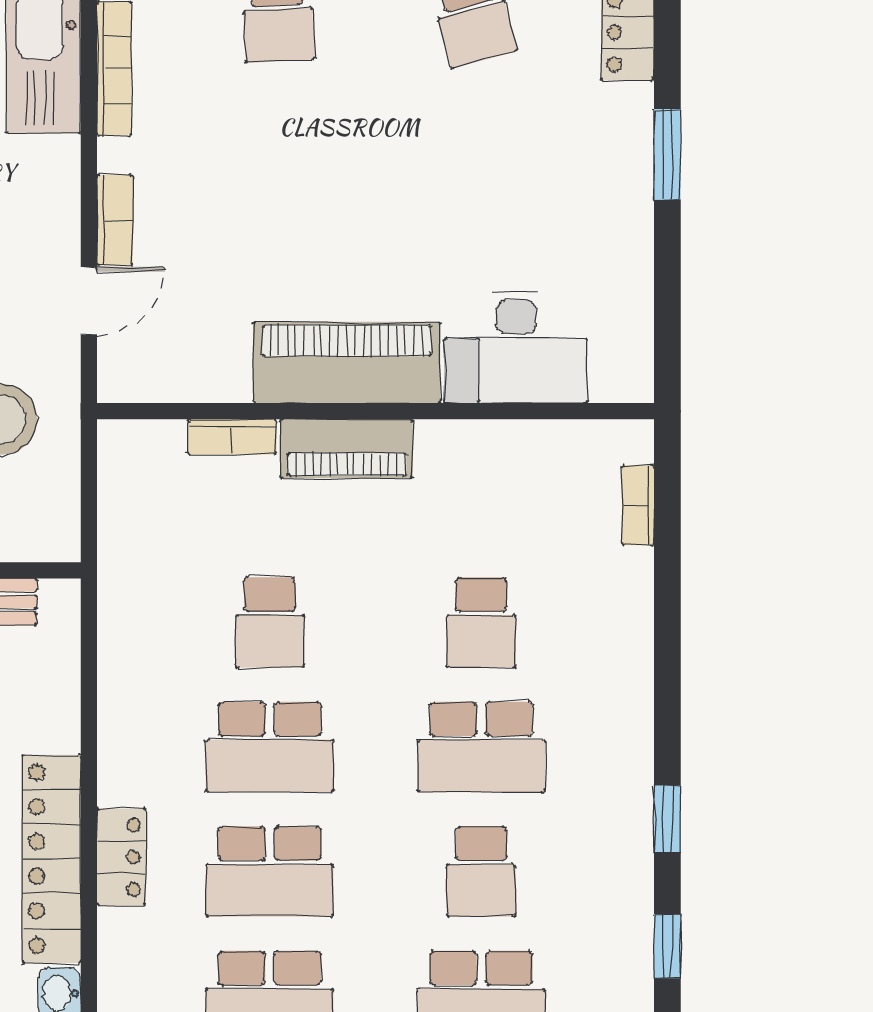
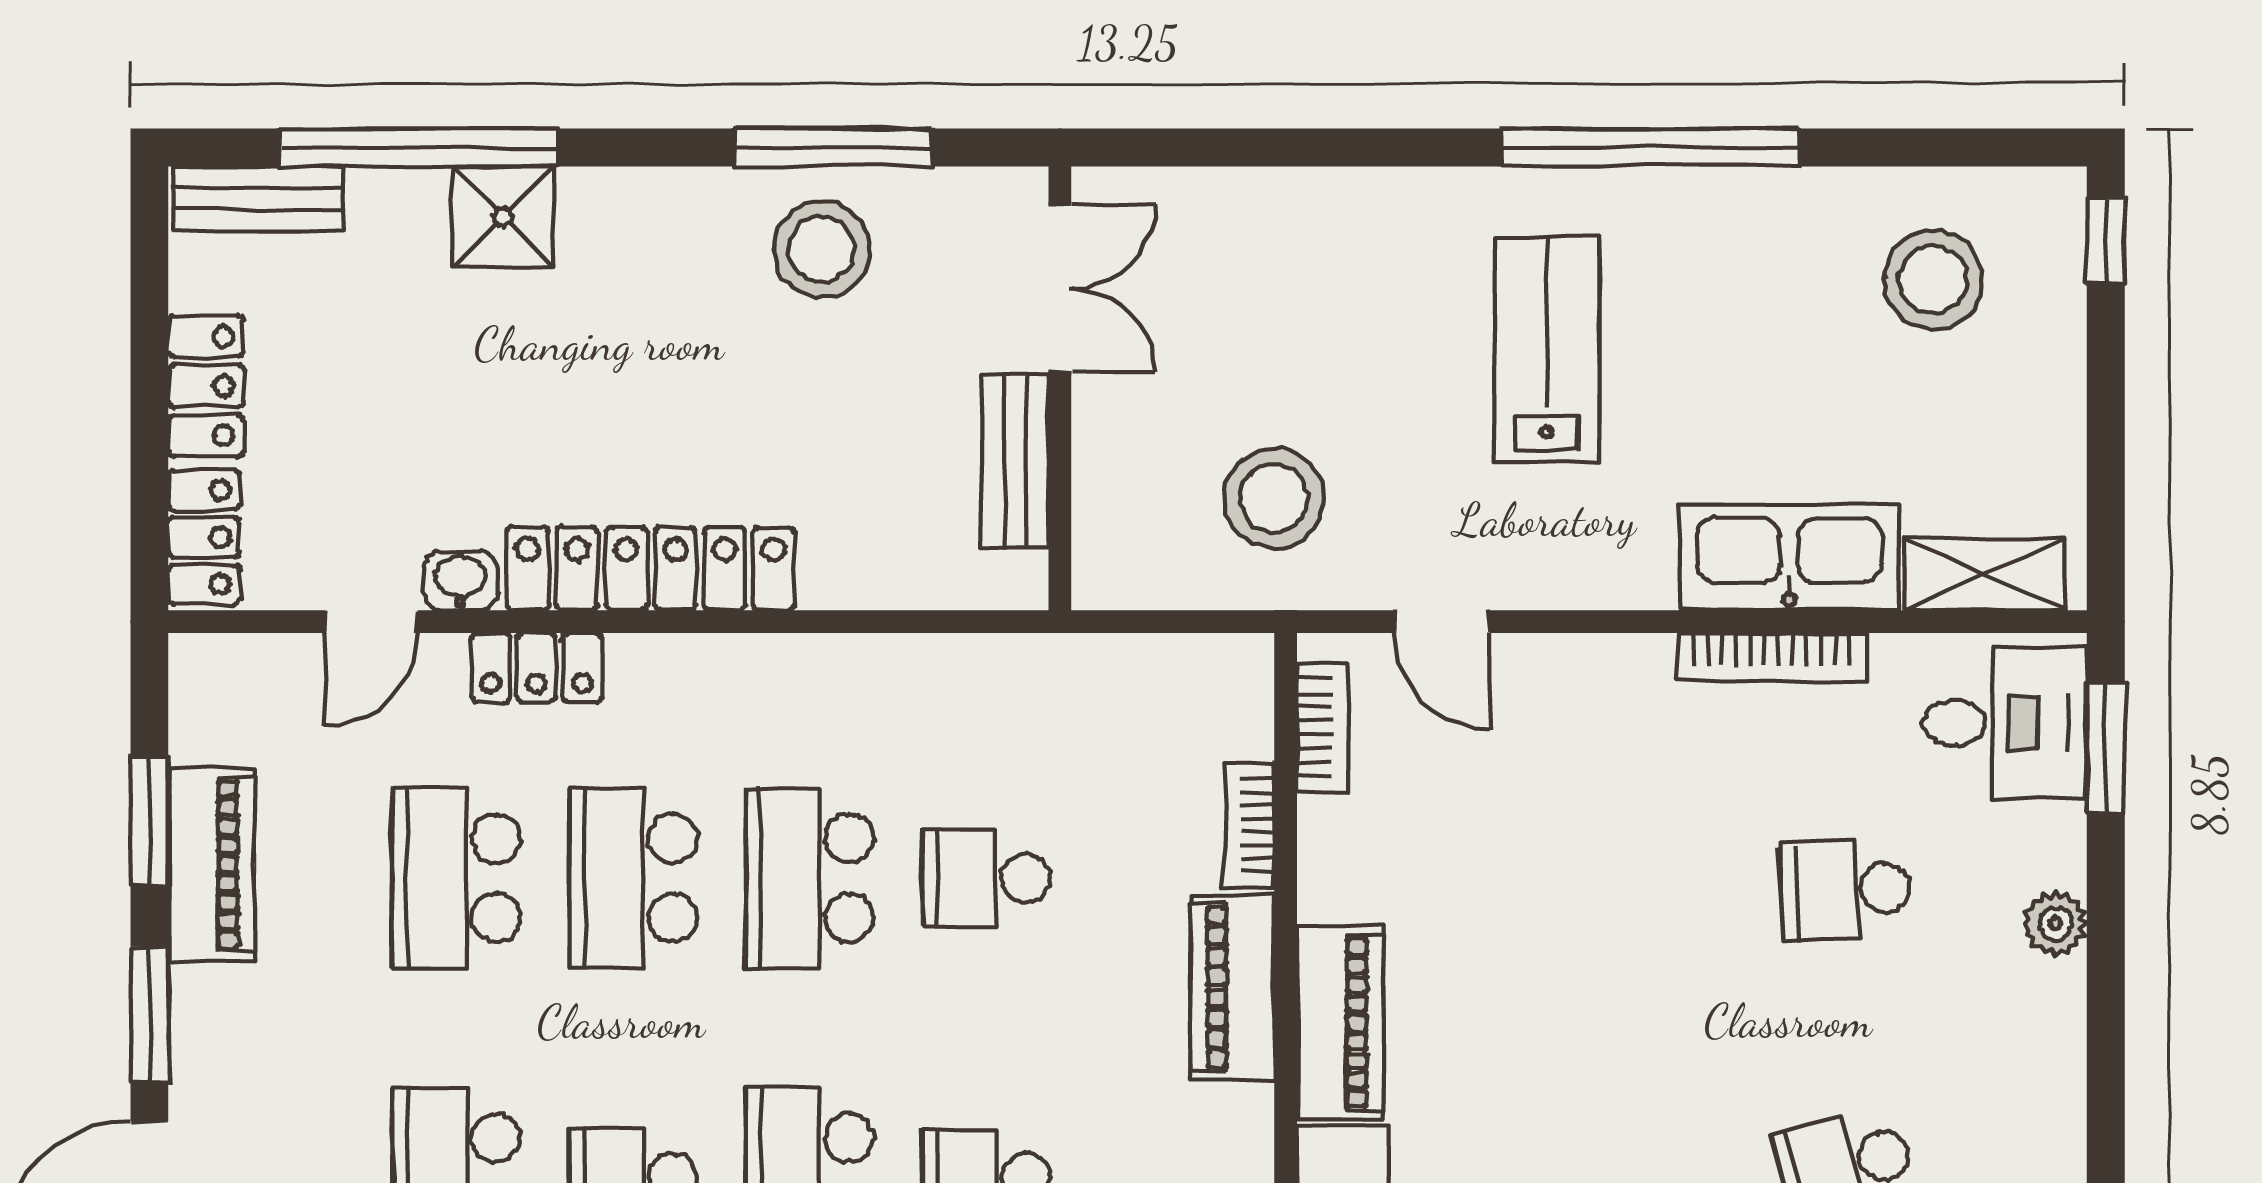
bookcase: (115, 220) -> (1323, 728), moved, turned -90
piano: (347, 363) -> (1340, 1023), width x0.73, depth x0.75
locker: (121, 857) -> (536, 667), moved

